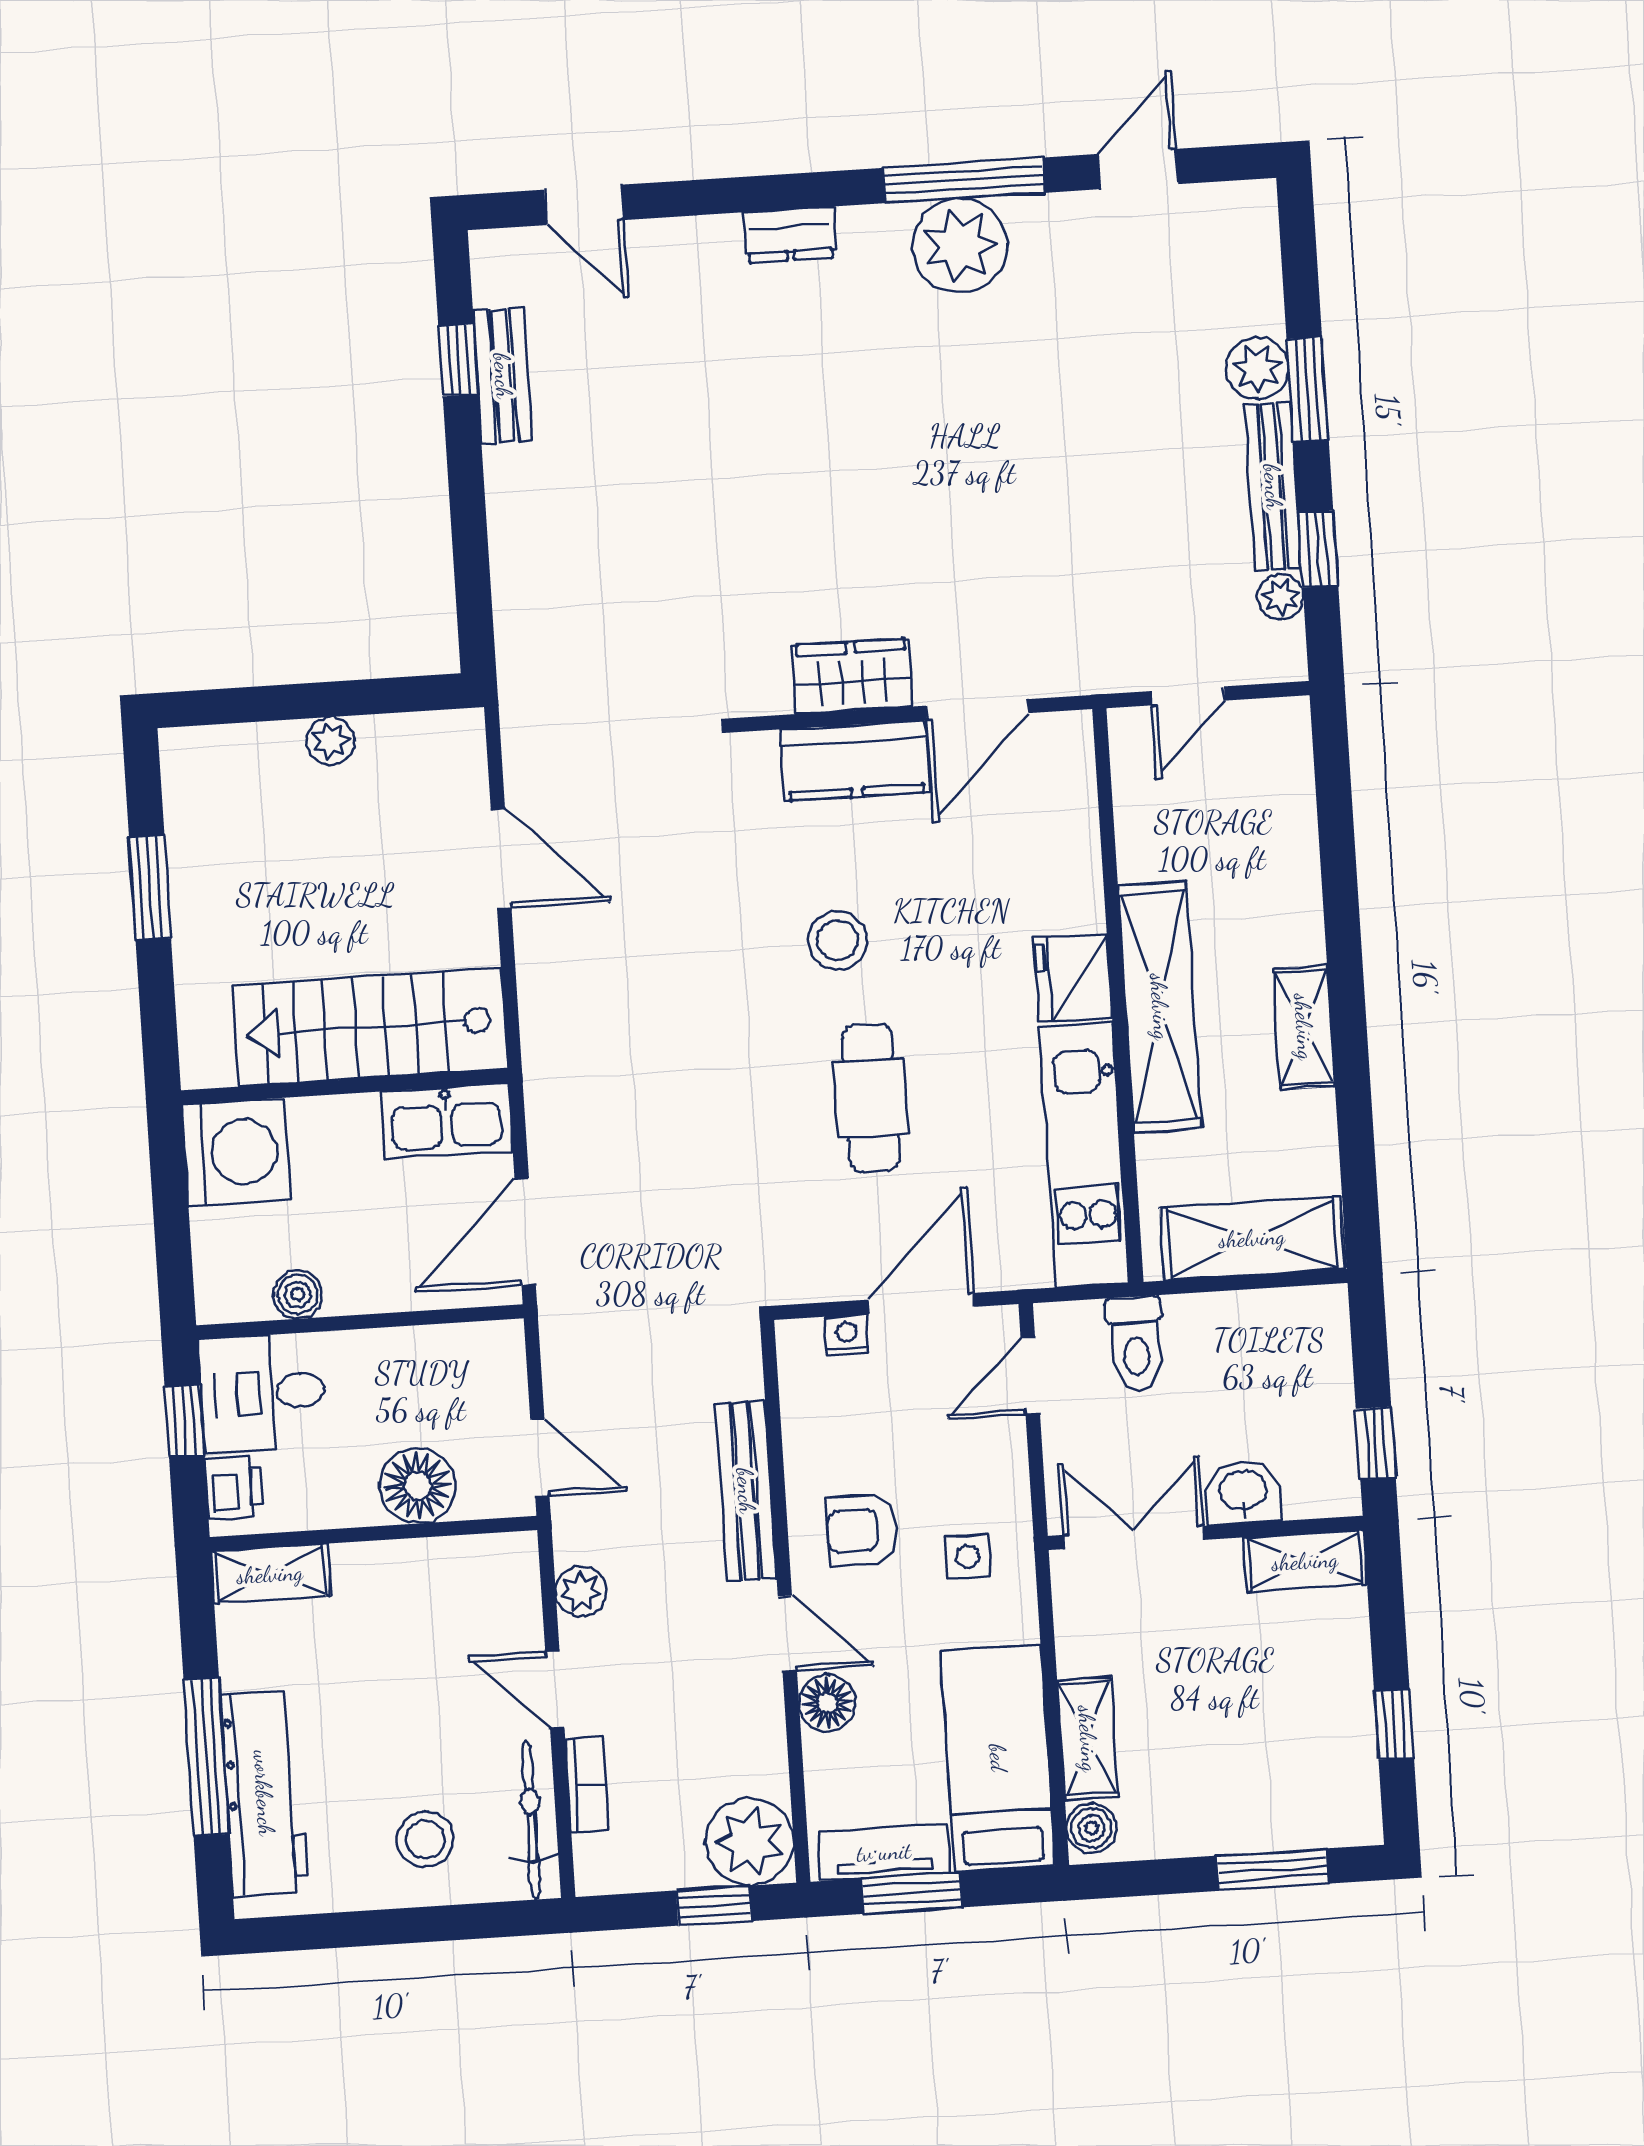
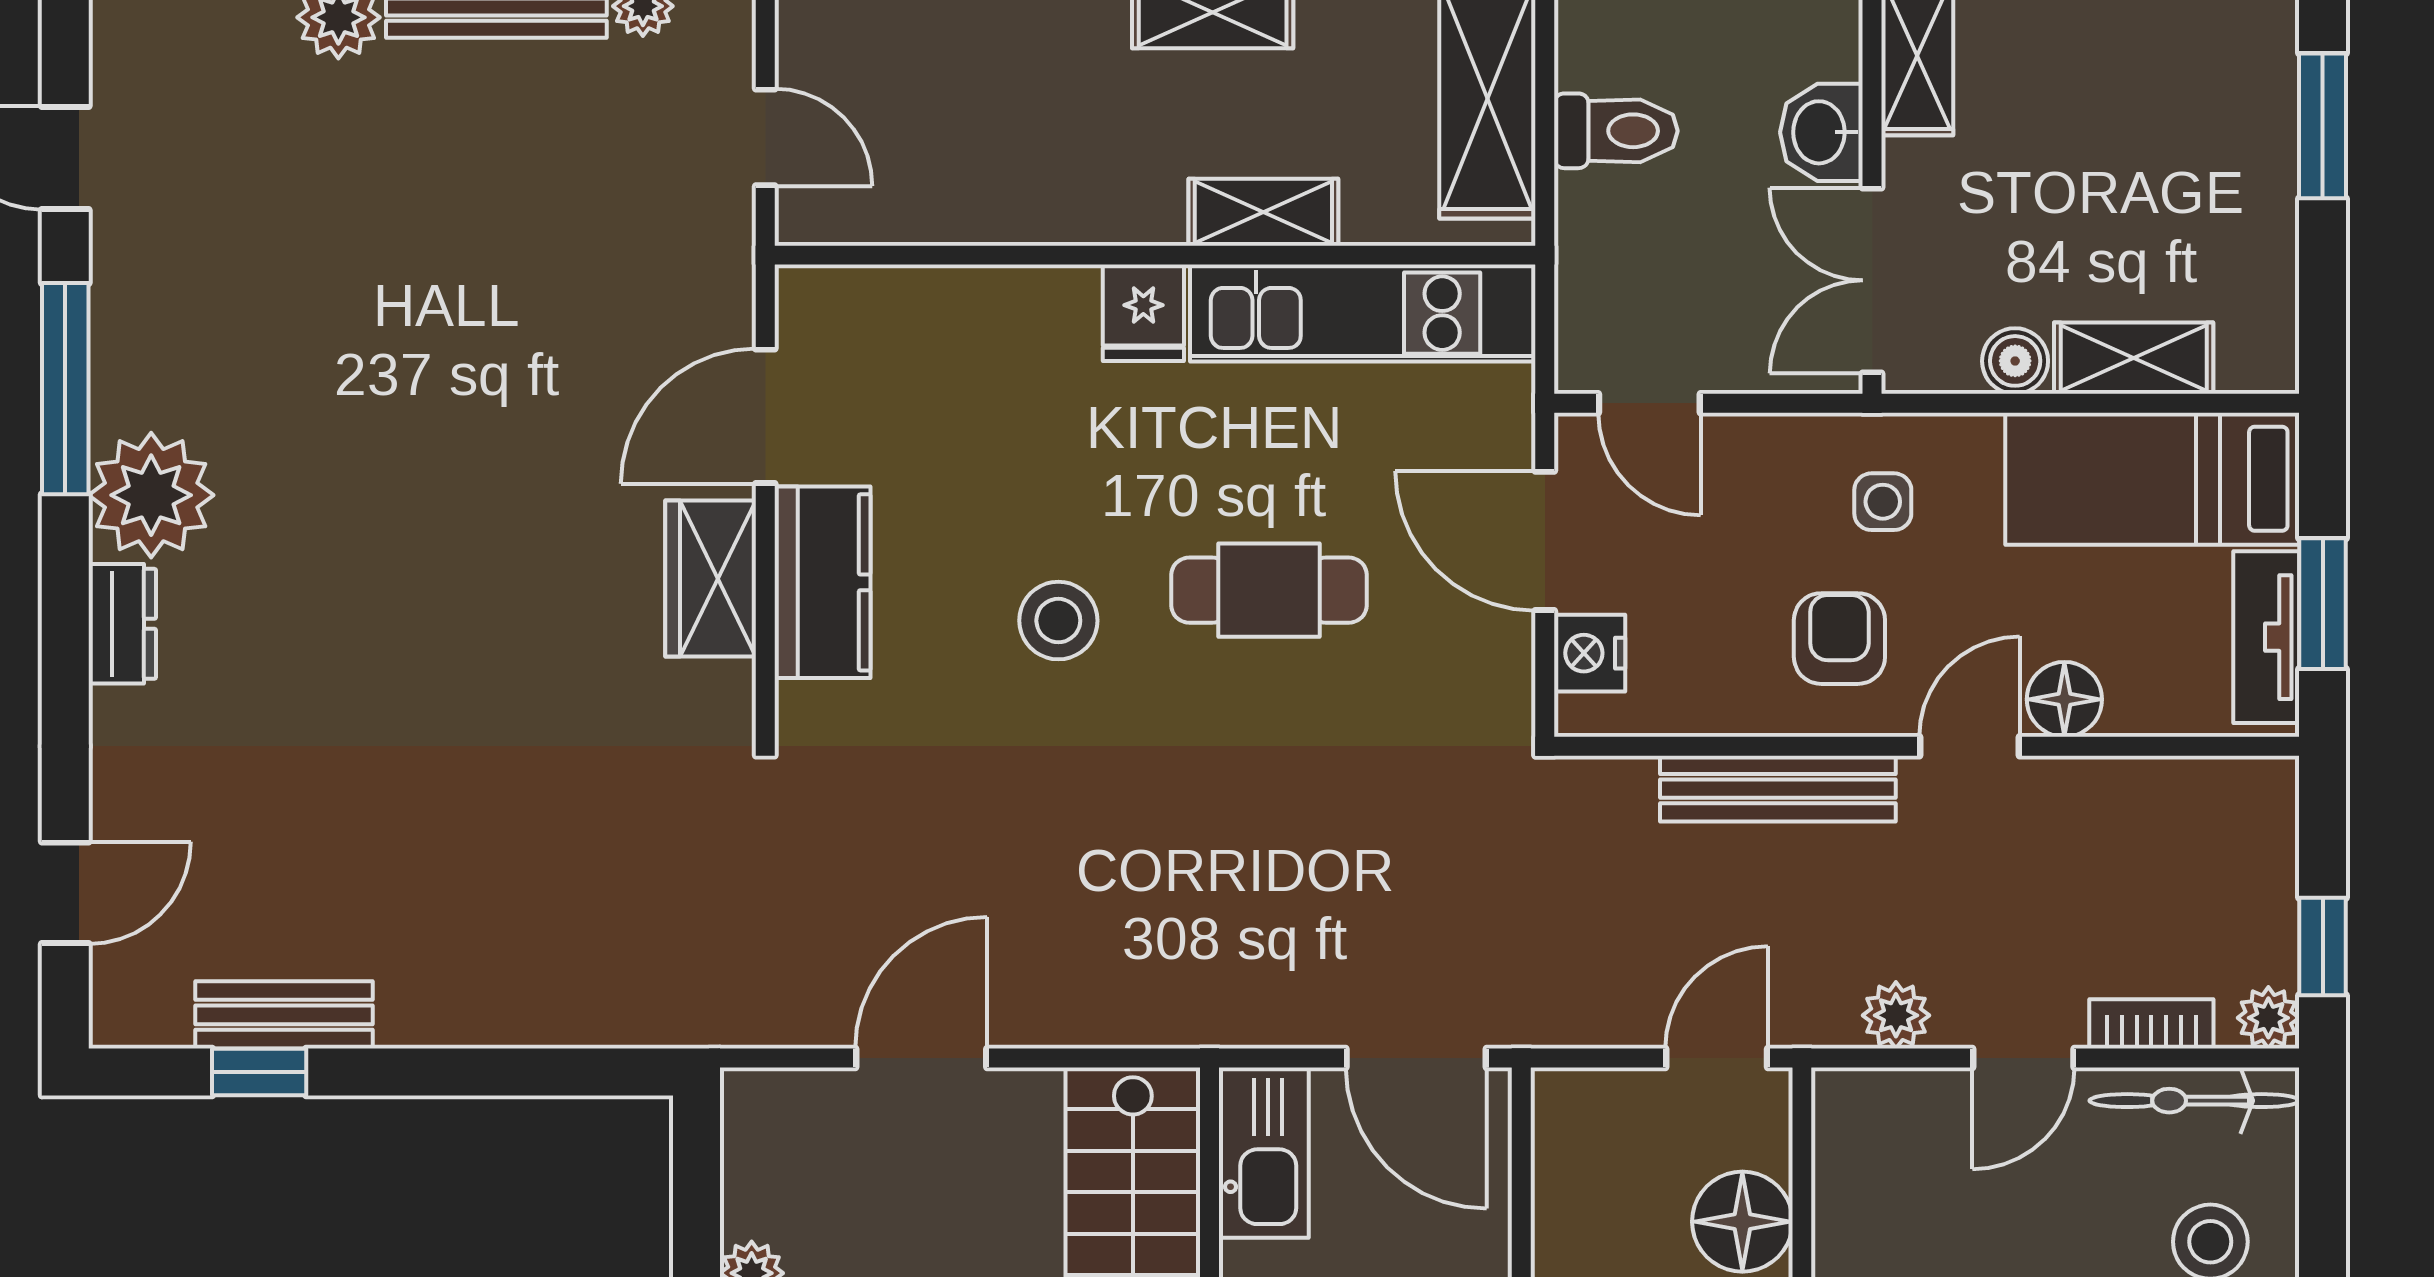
plant: (960, 246) -> (151, 495), moved
door: (977, 709) -> (765, 416), swing flipped
fridge: (1073, 978) -> (1143, 313), width x0.72
shelving: (1160, 1007) -> (1263, 212), width x0.45, depth x0.75
nightstand: (847, 1335) -> (1590, 653), width x1.39, depth x1.35
toilet: (1136, 1343) -> (1616, 131), moved
armchair: (862, 1530) -> (1839, 639), turned 180
boiler: (1092, 1828) -> (2015, 361), moved
plant: (750, 1842) -> (2268, 1018), moved, width x0.53, depth x0.53
window: (714, 1906) -> (2323, 947), moved

